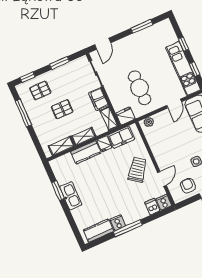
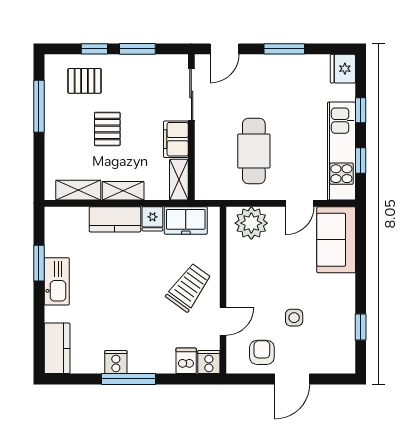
window: (142, 26) -> (284, 49), moved
window: (27, 77) -> (94, 49), moved
pallet: (62, 109) -> (107, 129), turned 90
fridge: (125, 116) -> (343, 69), moved, turned -90
plant: (149, 122) -> (251, 223), width x1.88, depth x1.88
kitchen counter: (99, 231) -> (57, 348), moved, turned 90

